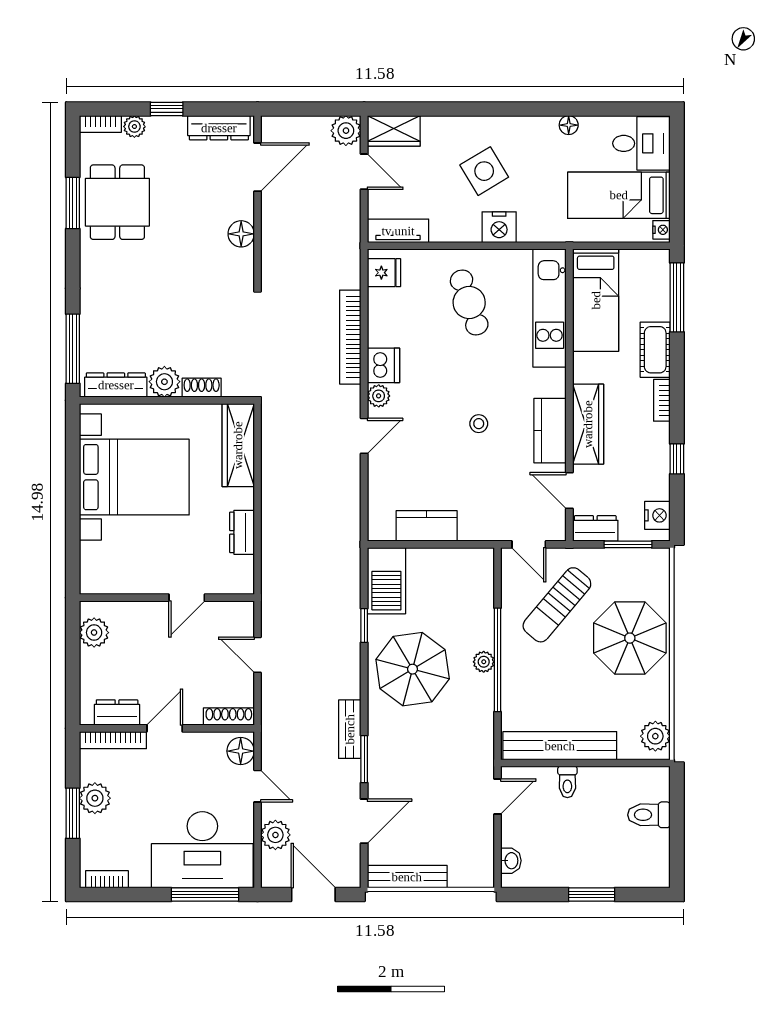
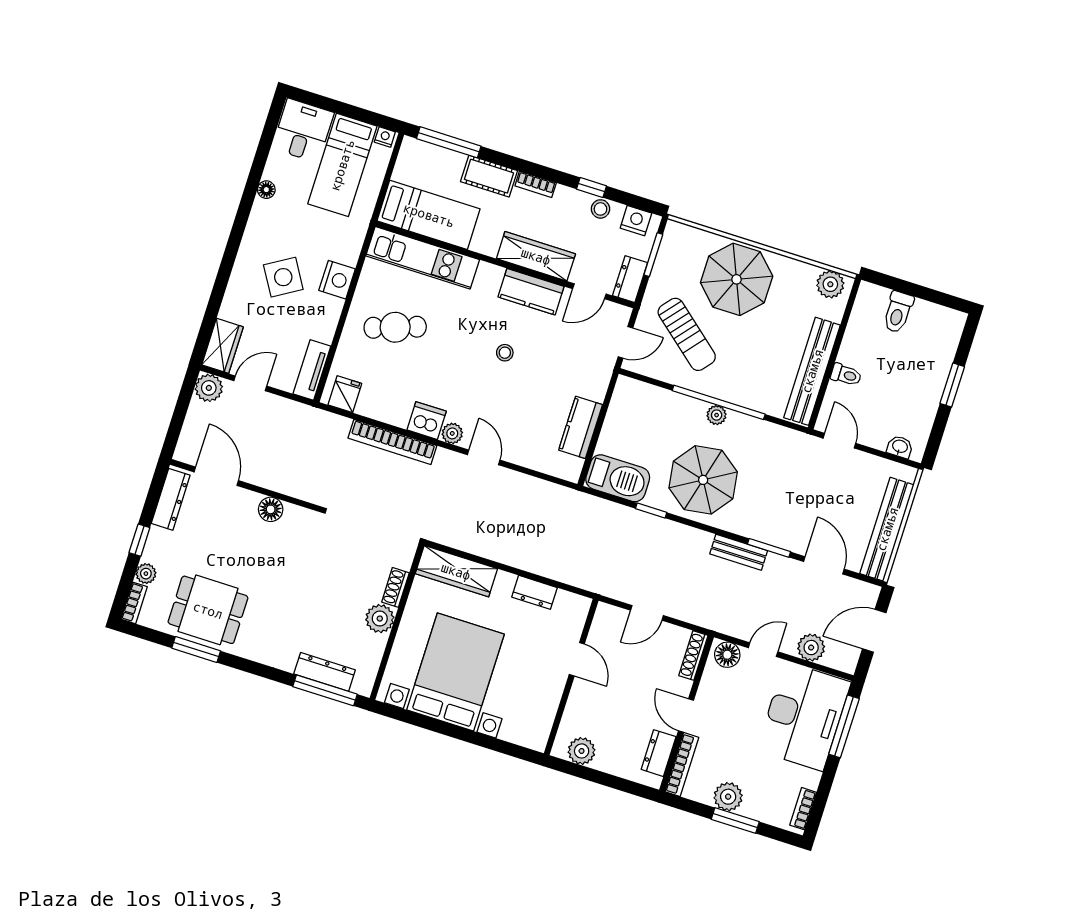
dresser: (116, 385) -> (325, 672), moved, turned 90
stool: (658, 475) -> (600, 209), added
bench: (407, 877) -> (887, 529), width x1.37, depth x1.21

